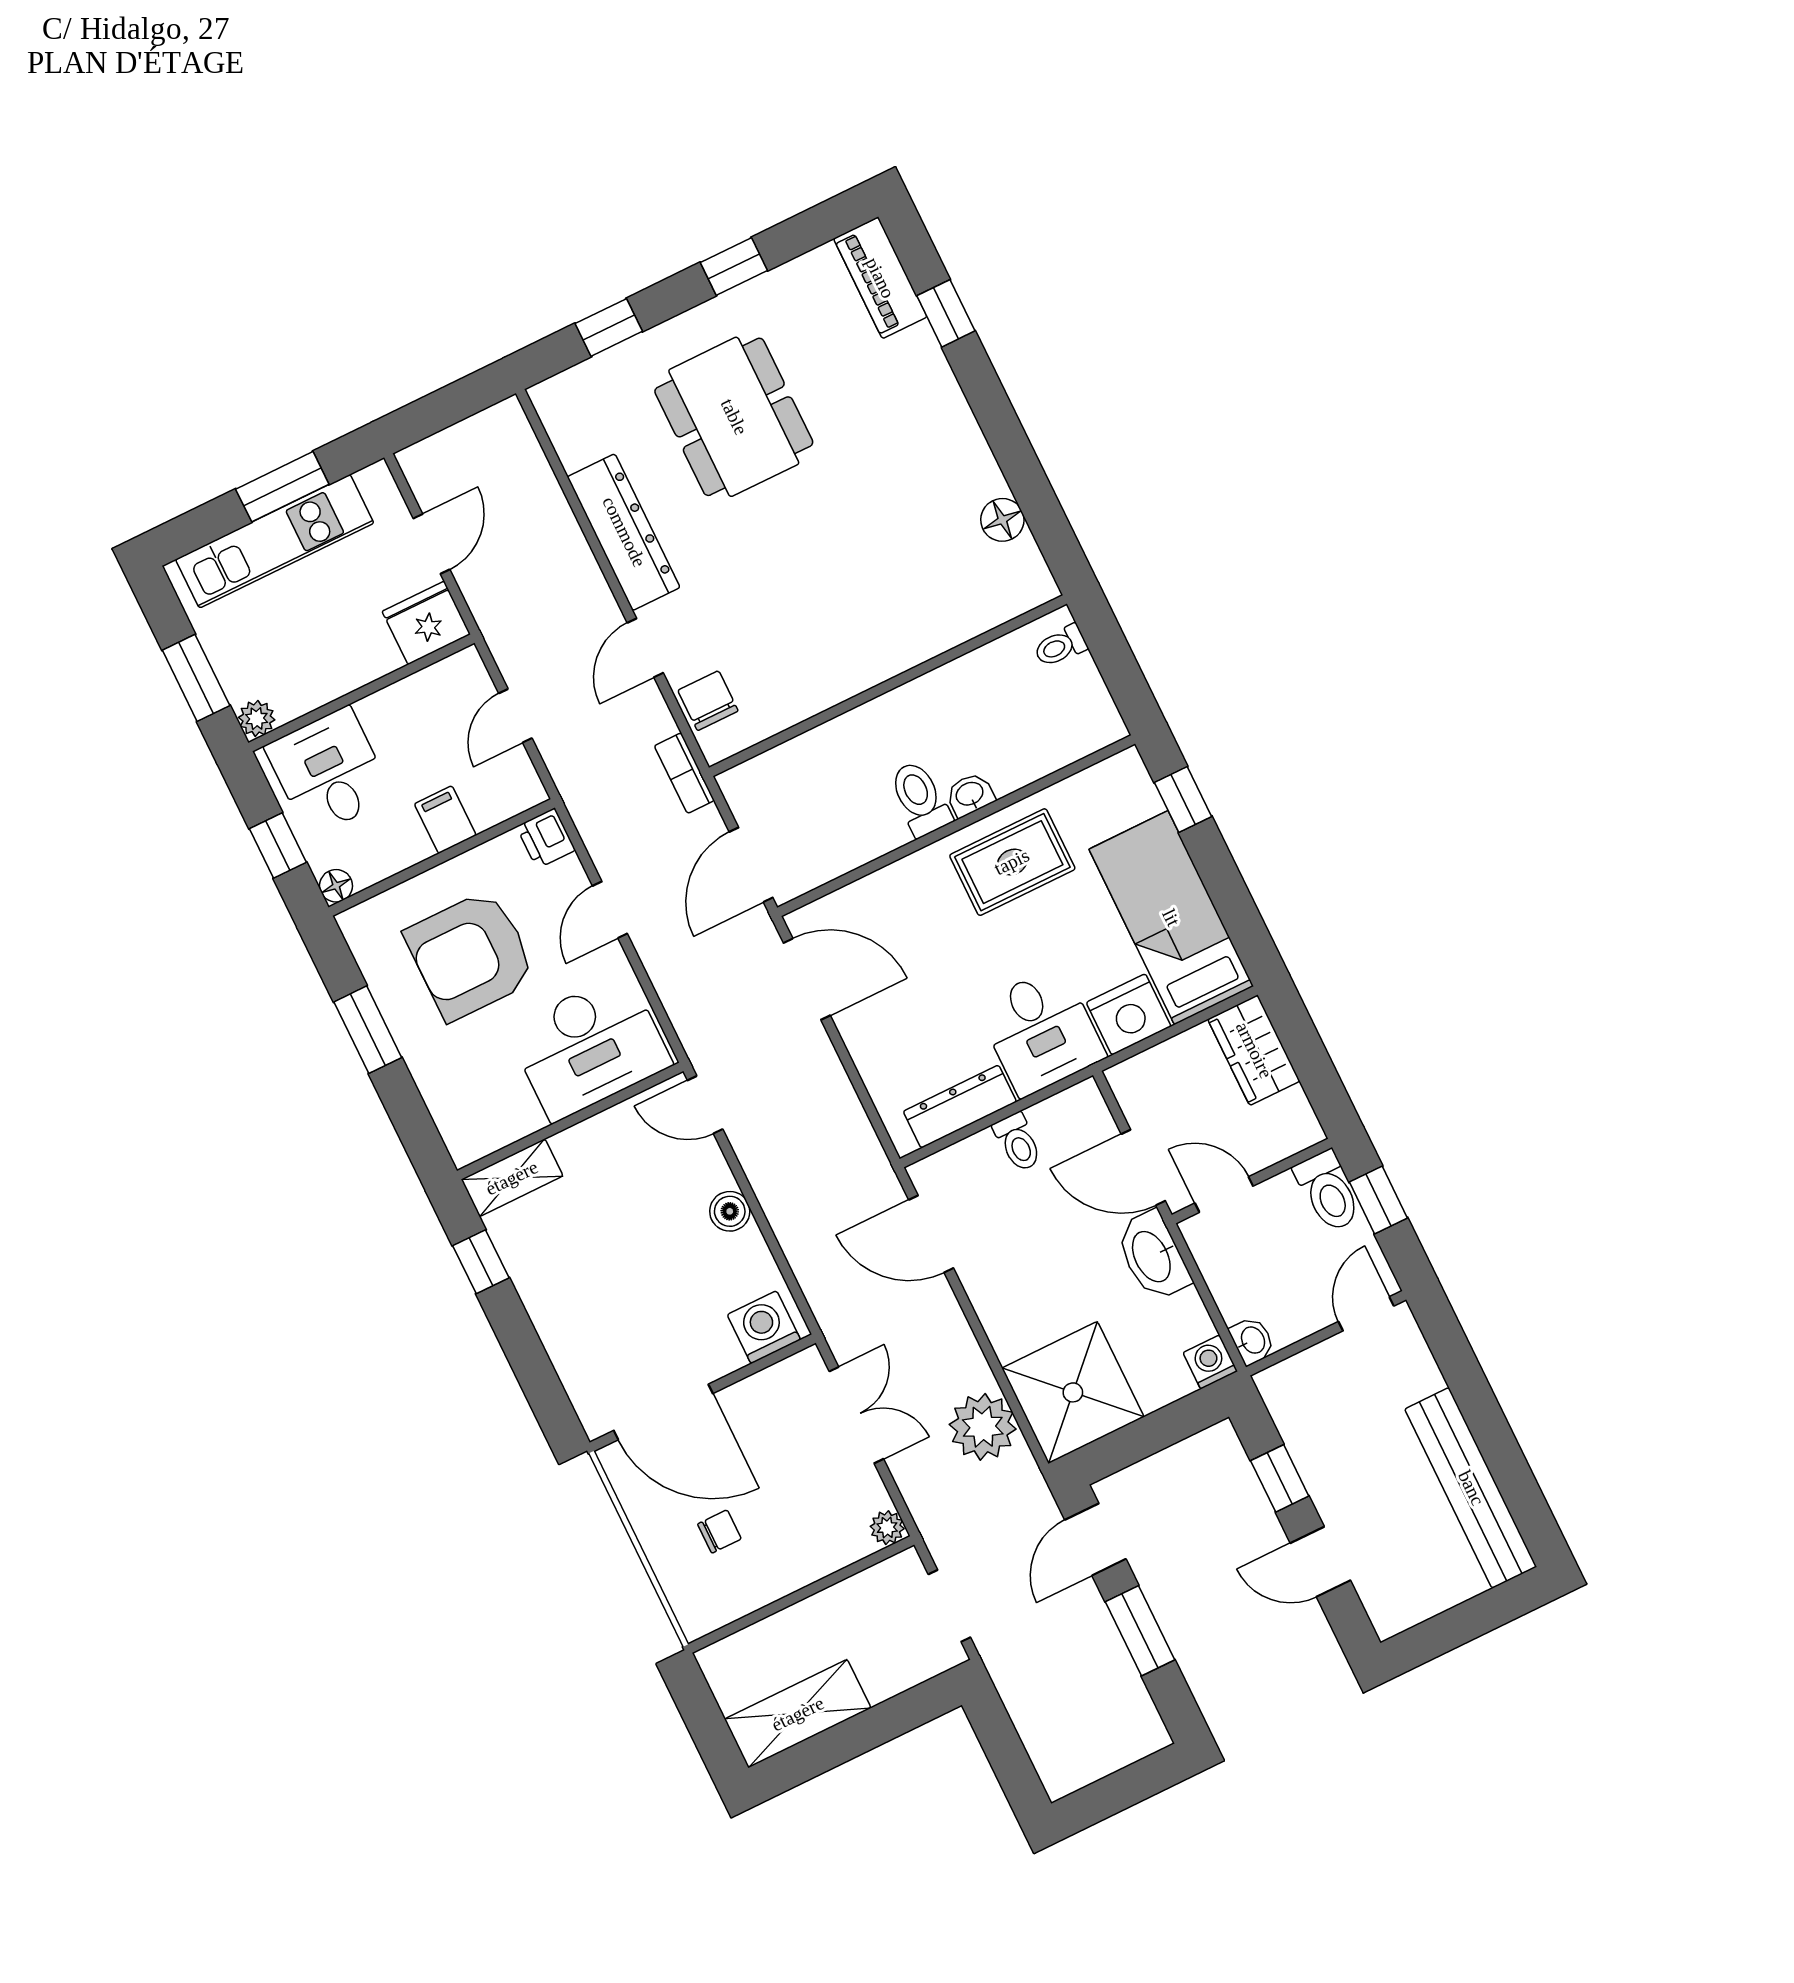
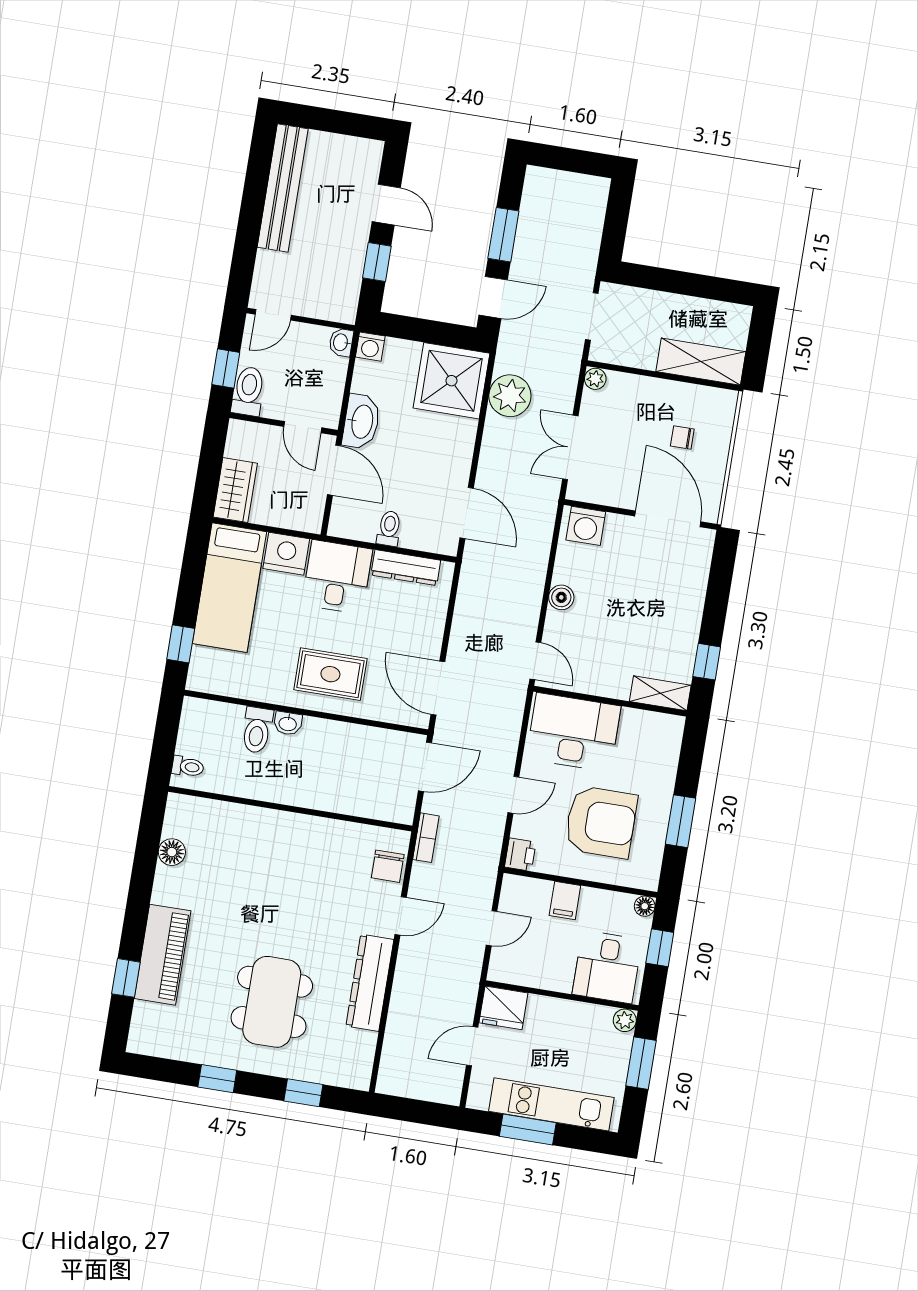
piano: (880, 278) -> (162, 955), moved, width x1.37, depth x1.33
toilet: (920, 799) -> (257, 730), moved
rug: (1012, 862) -> (330, 674), moved
shelving: (798, 1714) -> (701, 362), moved

